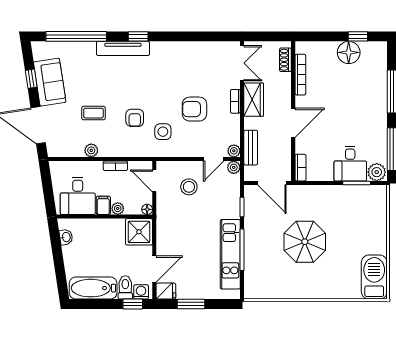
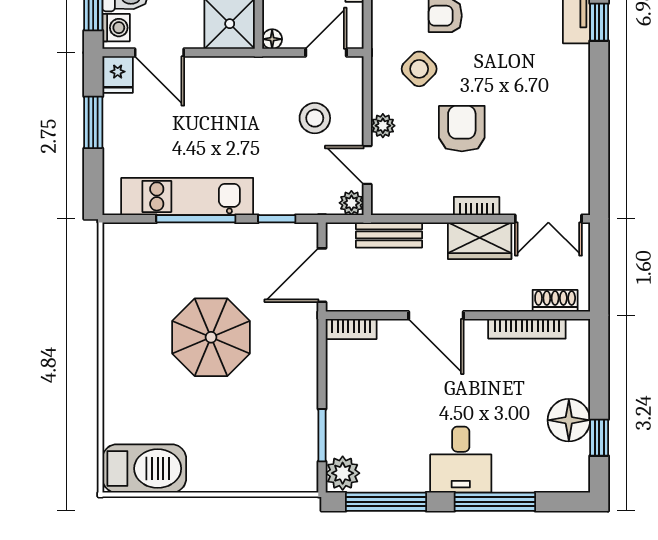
side table: (163, 132) -> (419, 69), turned 45
plant: (234, 151) -> (383, 126), moved
desk: (350, 164) -> (461, 460), moved, turned -90

